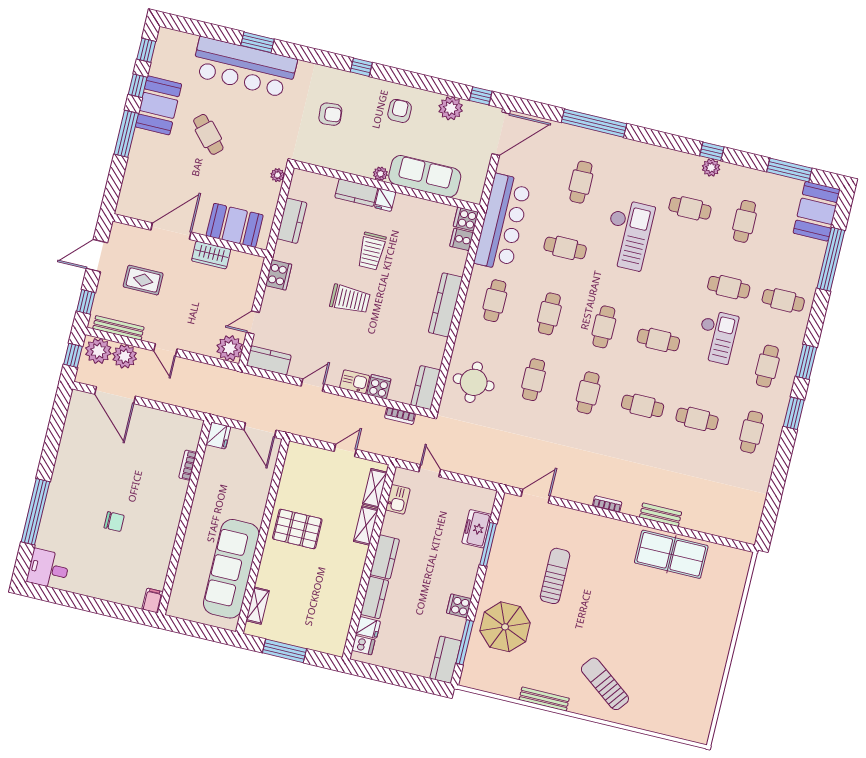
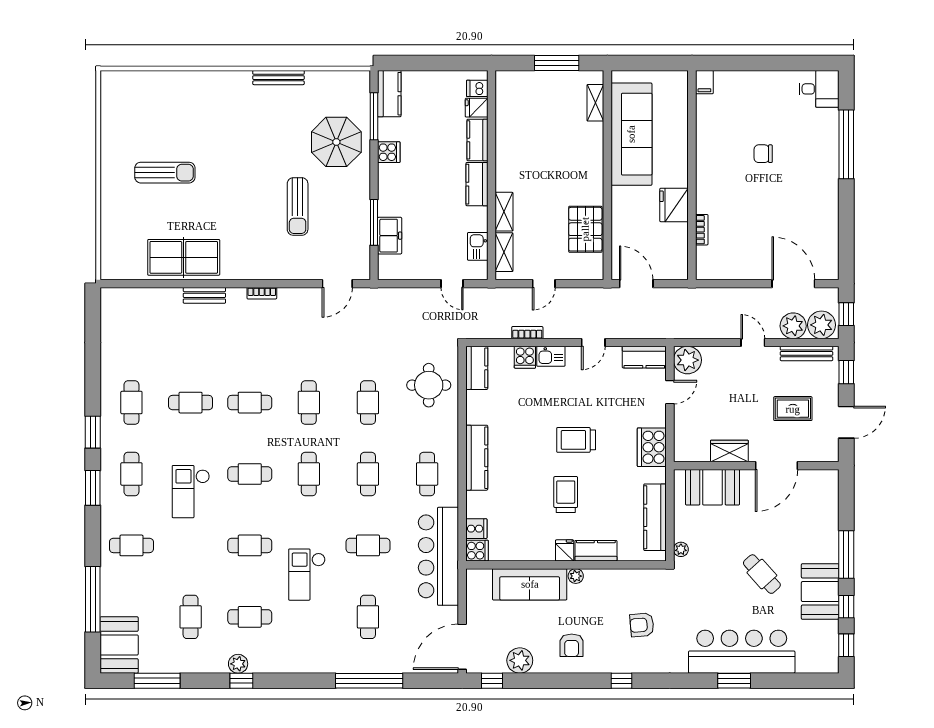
kitchen counter: (292, 221) -> (655, 517), width x1.50
checkout: (628, 235) -> (307, 575), width x0.73, depth x0.83
cooker: (279, 275) -> (652, 447), width x1.37, depth x1.31
cafe table: (729, 287) -> (250, 545), moved
bookcase: (400, 416) -> (527, 333), moved
fridge: (218, 436) -> (674, 205), moved, width x1.36, depth x1.34
pallet: (297, 529) -> (585, 229), moved, turned 90
sun lounger: (605, 684) -> (165, 173), moved, turned -37

